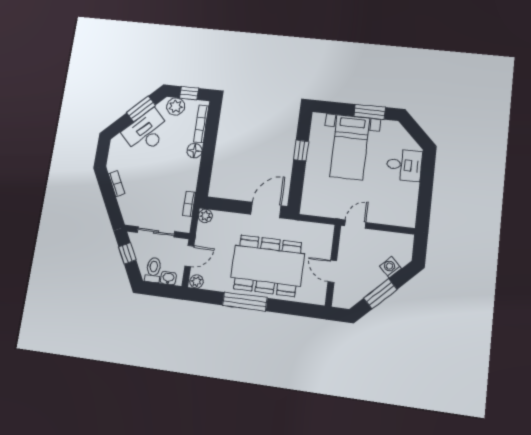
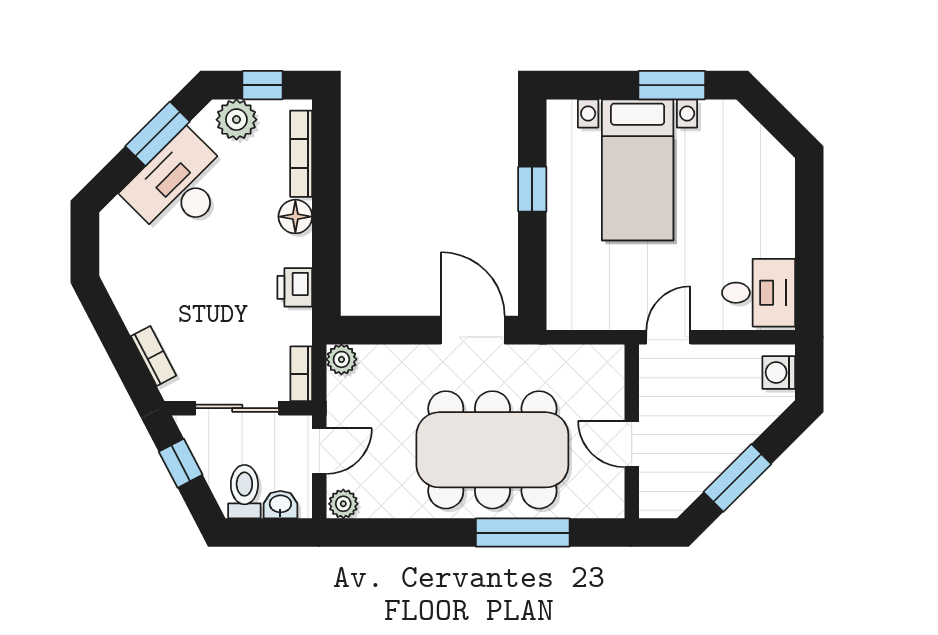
desk: (404, 165) -> (759, 293), moved
printer: (190, 182) -> (295, 287), added
bookcase: (117, 183) -> (154, 356), moved
bookcase: (189, 204) -> (301, 374), moved
door: (266, 210) -> (473, 330), hinge flipped
washing machine: (390, 267) -> (779, 372), moved, turned -45
window: (245, 302) -> (523, 533), moved

